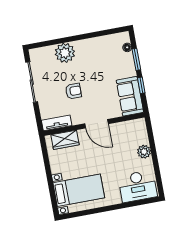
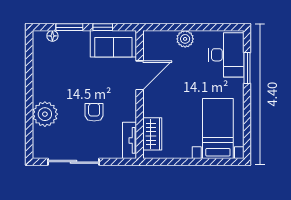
door: (97, 124) -> (140, 75), moved
window: (130, 204) -> (247, 68), added

